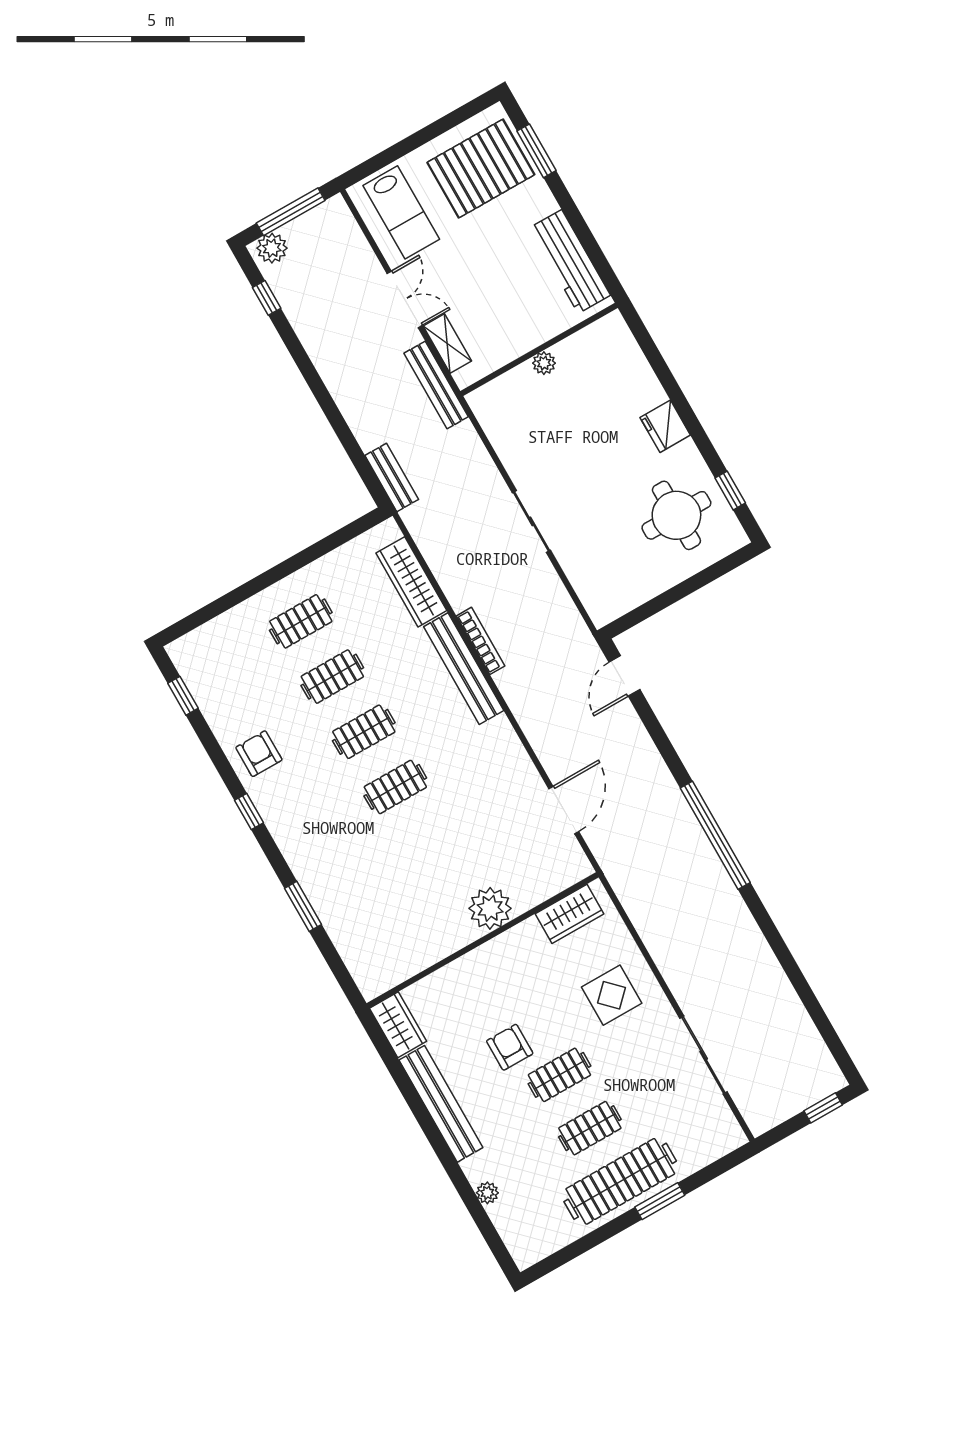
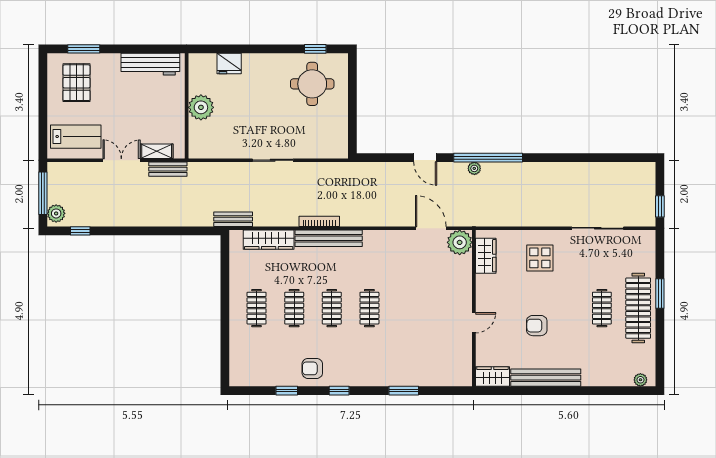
pallet: (481, 169) -> (76, 83), width x0.73, depth x0.71
plant: (544, 363) -> (201, 107), width x1.87, depth x1.87
bench: (436, 385) -> (168, 169), width x0.73
fridge: (665, 426) -> (229, 64), moved
bench: (392, 477) -> (233, 219), moved
door: (624, 676) -> (425, 158), moved
window: (183, 696) -> (287, 391), moved
plant: (688, 824) -> (474, 168), added
plant: (490, 908) -> (460, 242), moved
door: (461, 952) -> (474, 323), added
clothes rail: (559, 1075) -> (566, 308), removed
window: (823, 1108) -> (660, 206), moved
plant: (487, 1193) -> (640, 380), moved

